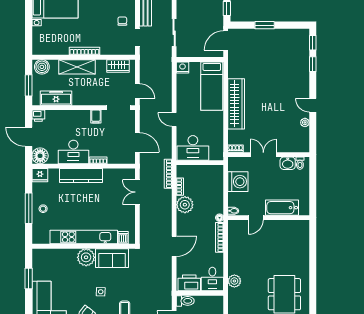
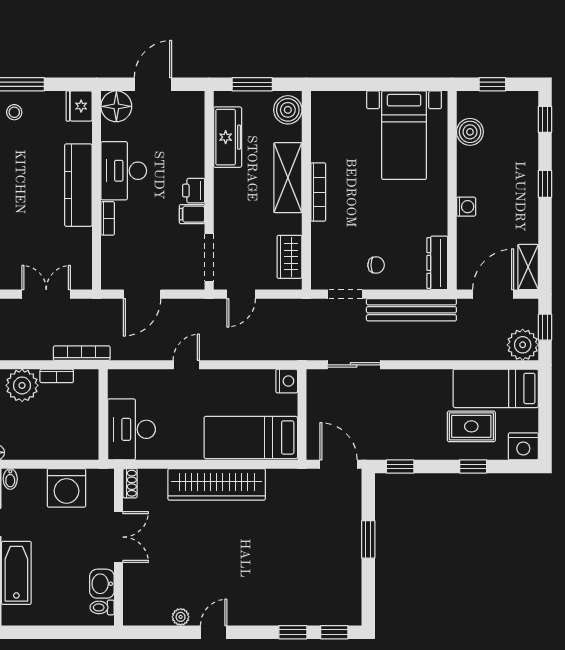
printer: (38, 116) -> (194, 191), moved
desk: (193, 148) -> (131, 429), moved

